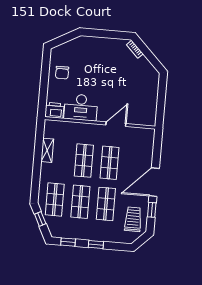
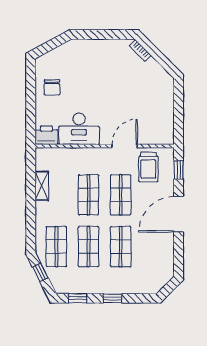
window: (152, 210) -> (179, 170), moved
trolley: (133, 219) -> (148, 167), moved, turned 180

